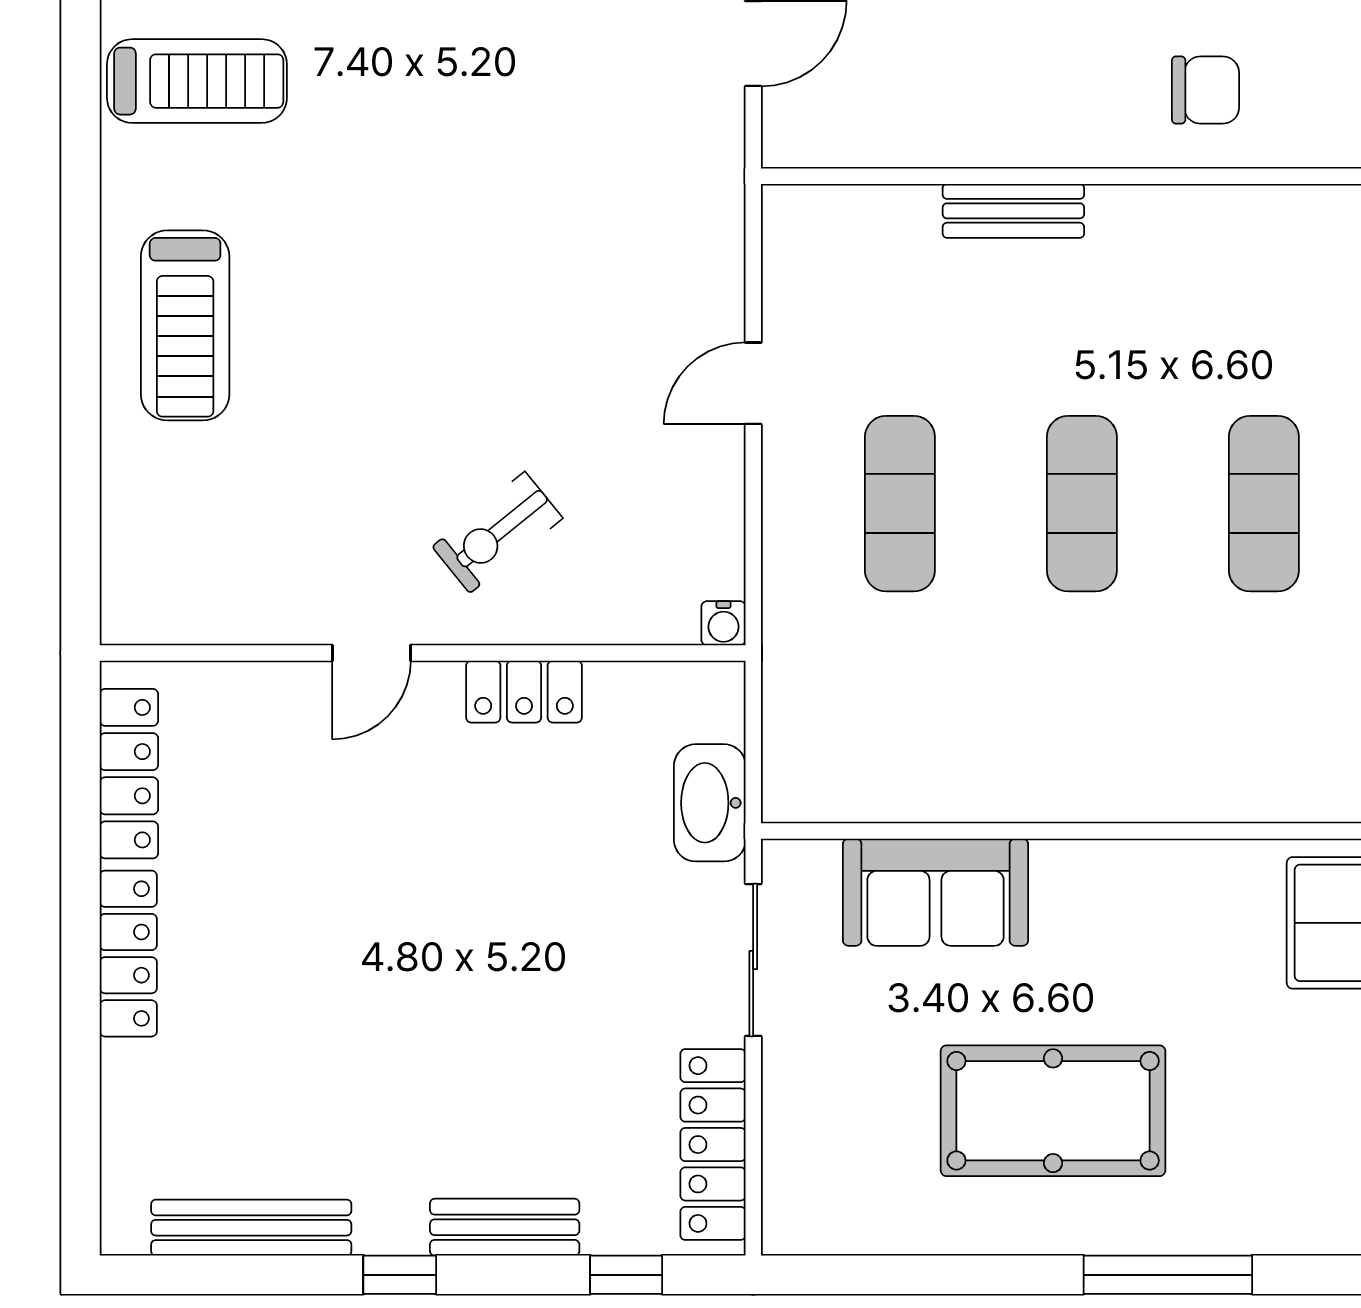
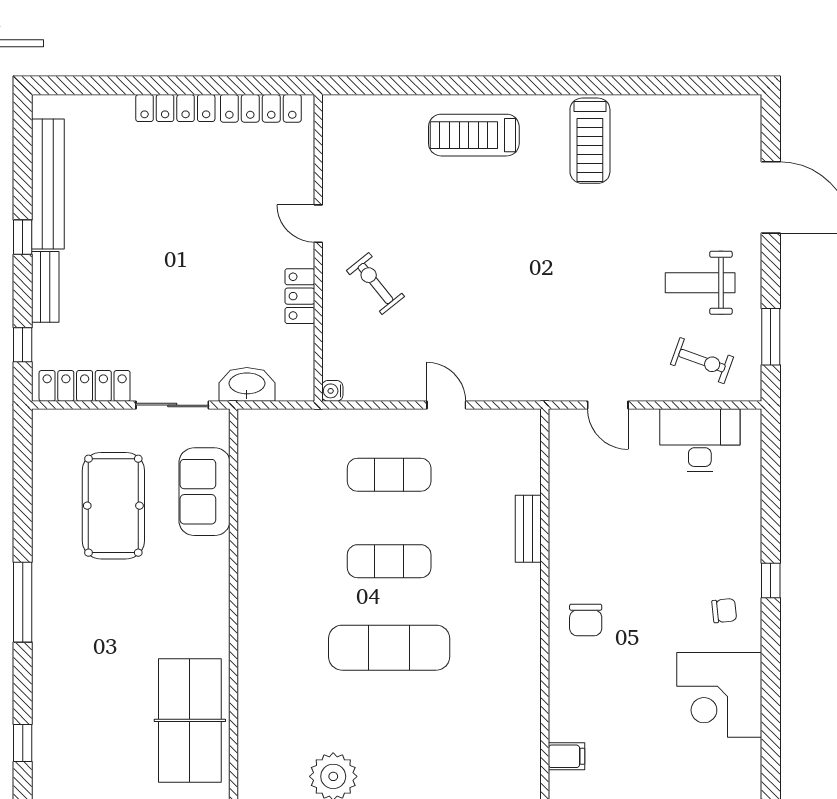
exercise mat: (1264, 504) -> (389, 648), width x1.36, depth x1.45
pool table: (1053, 1111) -> (113, 506), moved
bench: (251, 1228) -> (48, 184), width x1.37, depth x1.21

